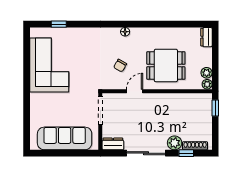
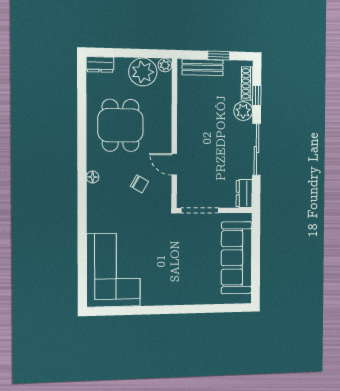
window: (59, 24) -> (82, 268), removed
corner sofa: (49, 65) -> (113, 270), moved, turned 90
dining table: (166, 65) -> (120, 125), moved
plant: (207, 73) -> (143, 72), width x1.87, depth x1.87
window: (215, 108) -> (219, 56), moved
bench: (206, 112) -> (203, 67), added

